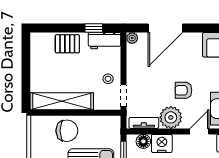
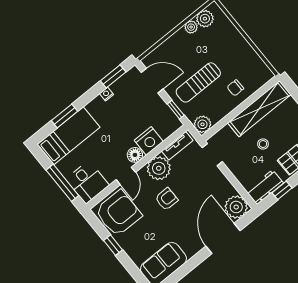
plant: (132, 38) -> (236, 207), width x1.88, depth x1.88
stool: (108, 79) -> (263, 144), moved
plant: (113, 124) -> (202, 124), added
chair: (67, 131) -> (235, 88), width x0.54, depth x0.54
floor lamp: (143, 141) -> (135, 155), moved

